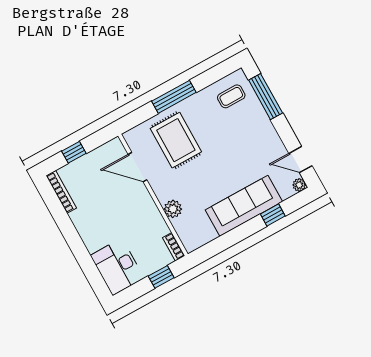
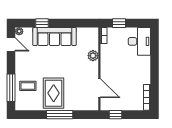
coffee table: (231, 96) -> (28, 86), moved
rug: (176, 140) -> (54, 93), moved
window: (74, 152) -> (115, 115), moved

